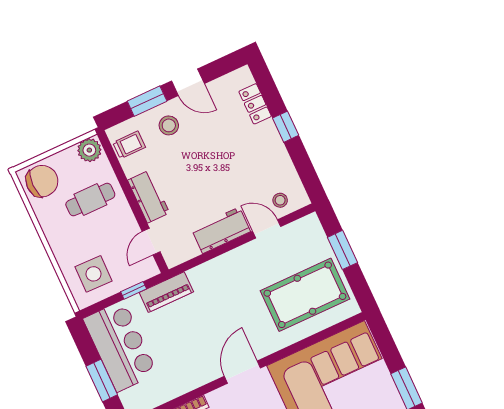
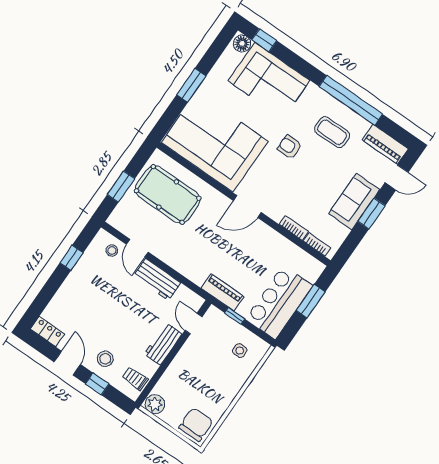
window: (147, 101) -> (97, 384), width x0.67
locker: (255, 104) -> (48, 332), moved, turned -90
window: (286, 127) -> (71, 258), moved
chair: (42, 181) -> (196, 425), turned 90
cafe table: (90, 200) -> (189, 383), removed
door: (151, 242) -> (194, 324), swing flipped
side table: (93, 274) -> (240, 351), width x0.54, depth x0.54

